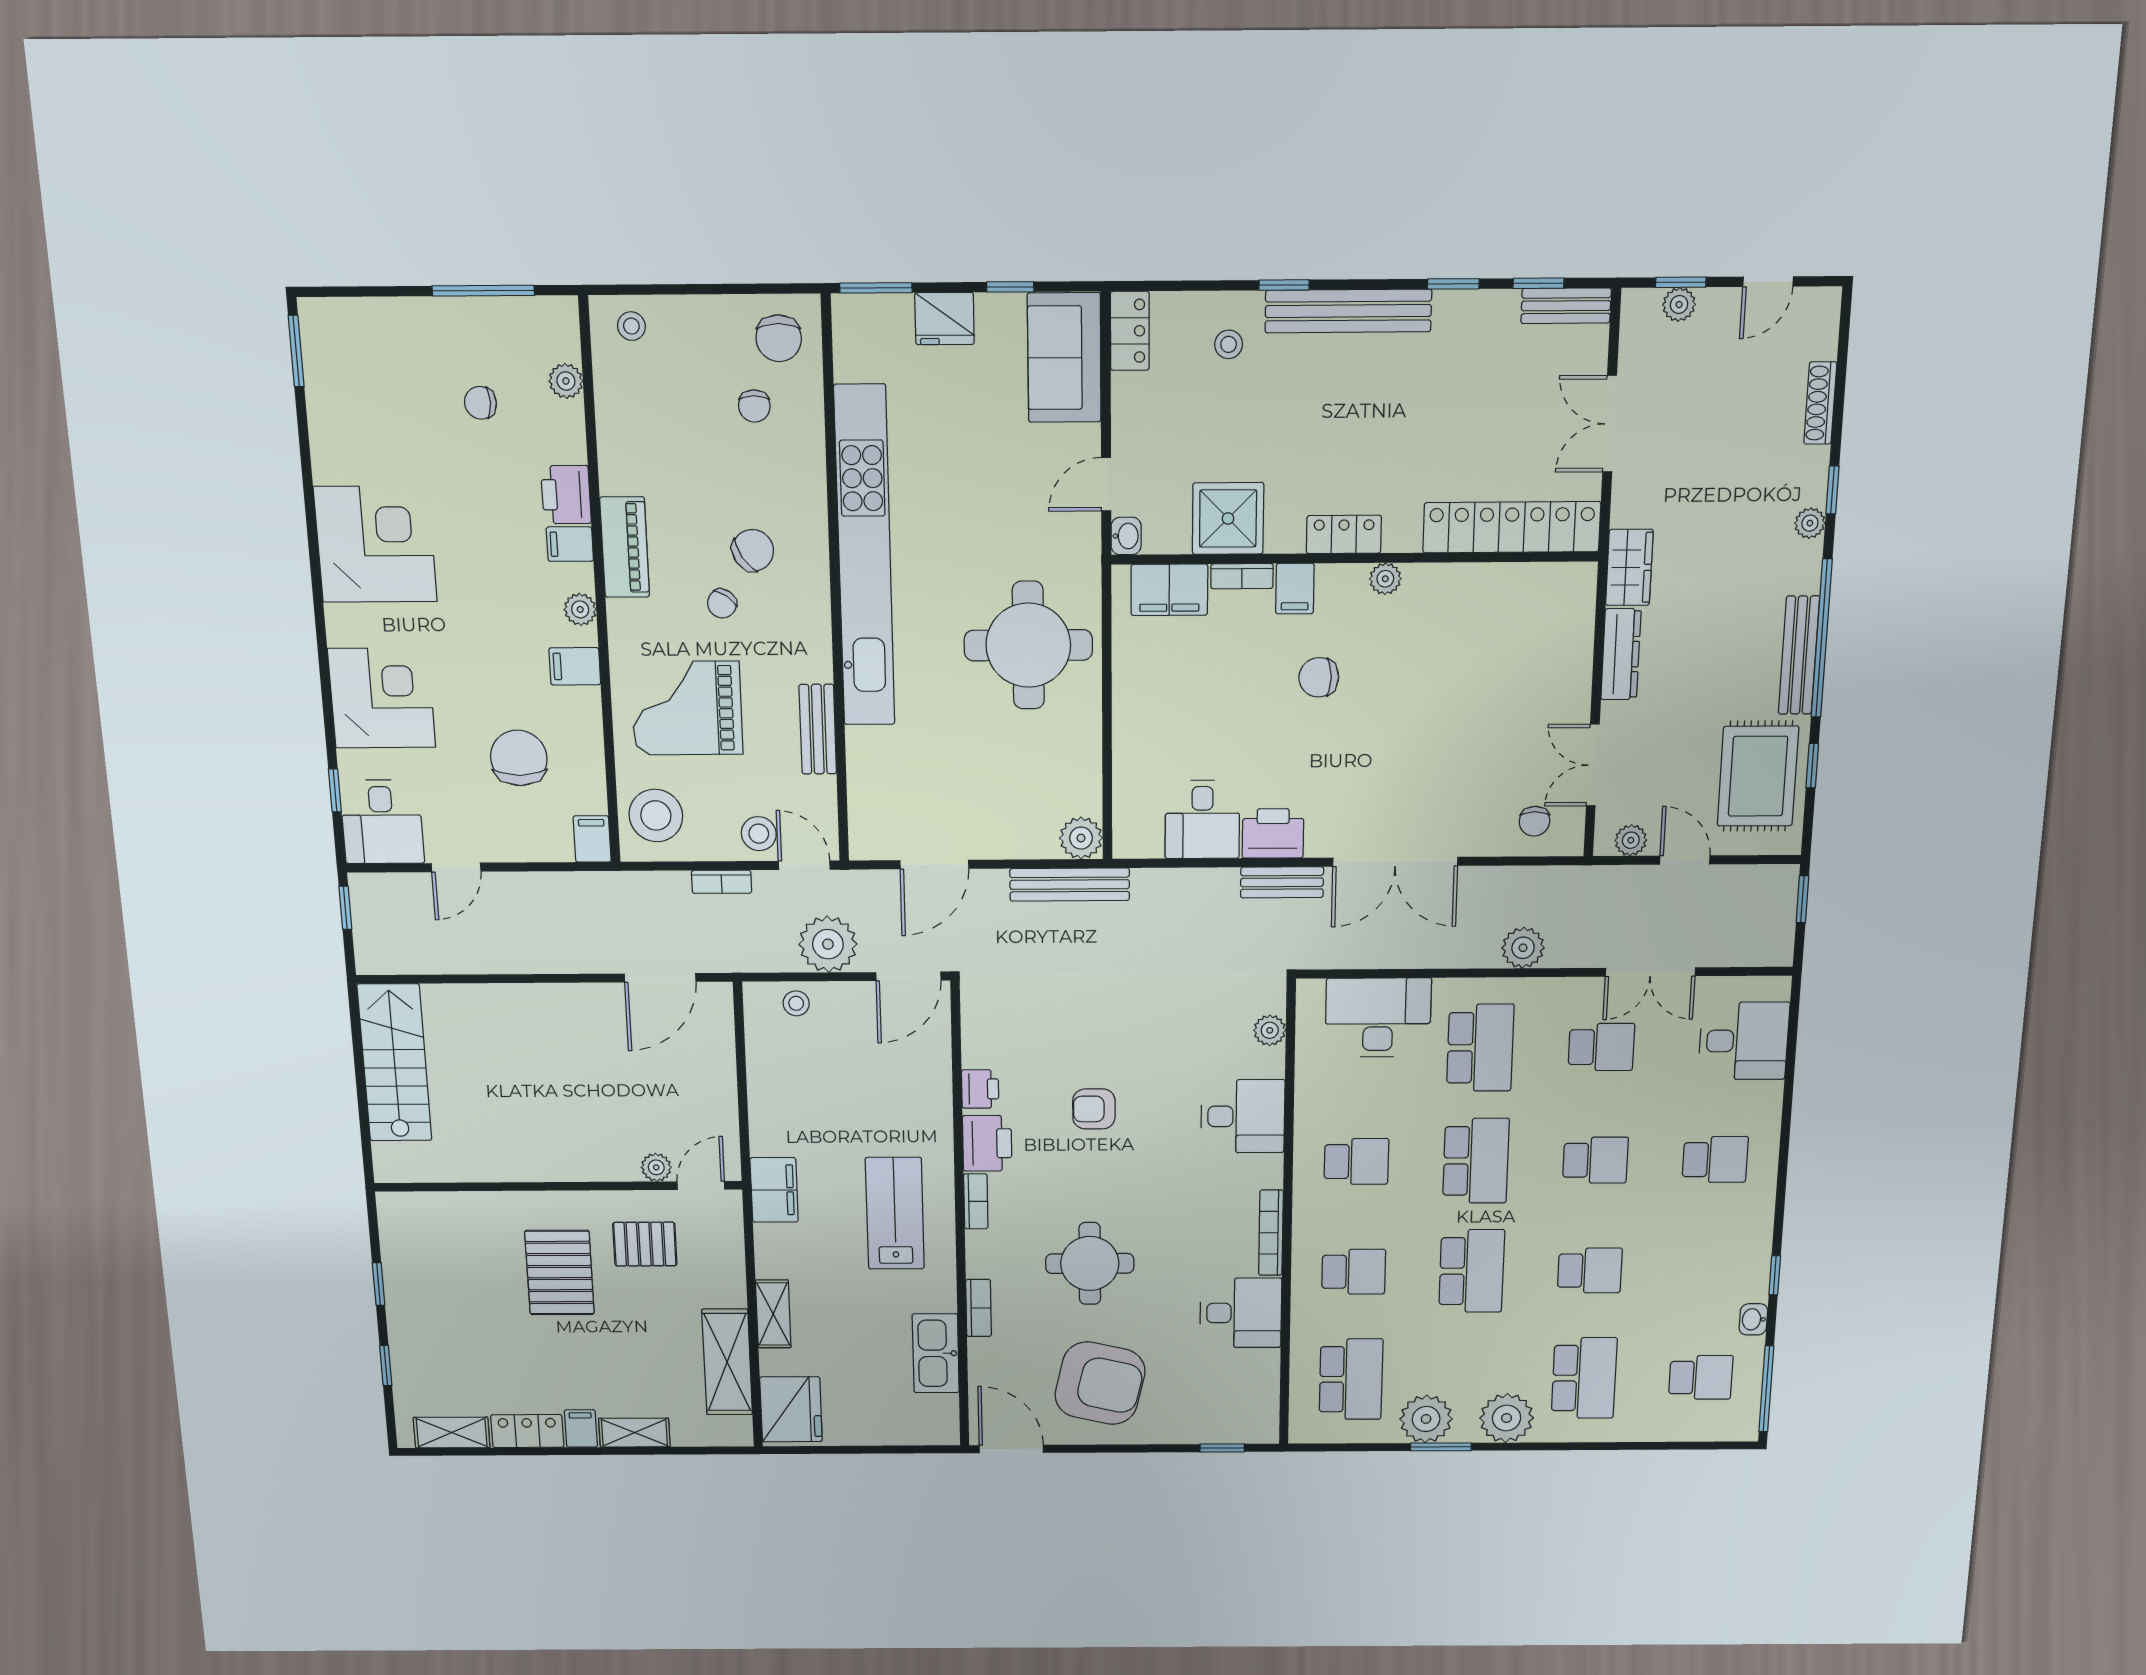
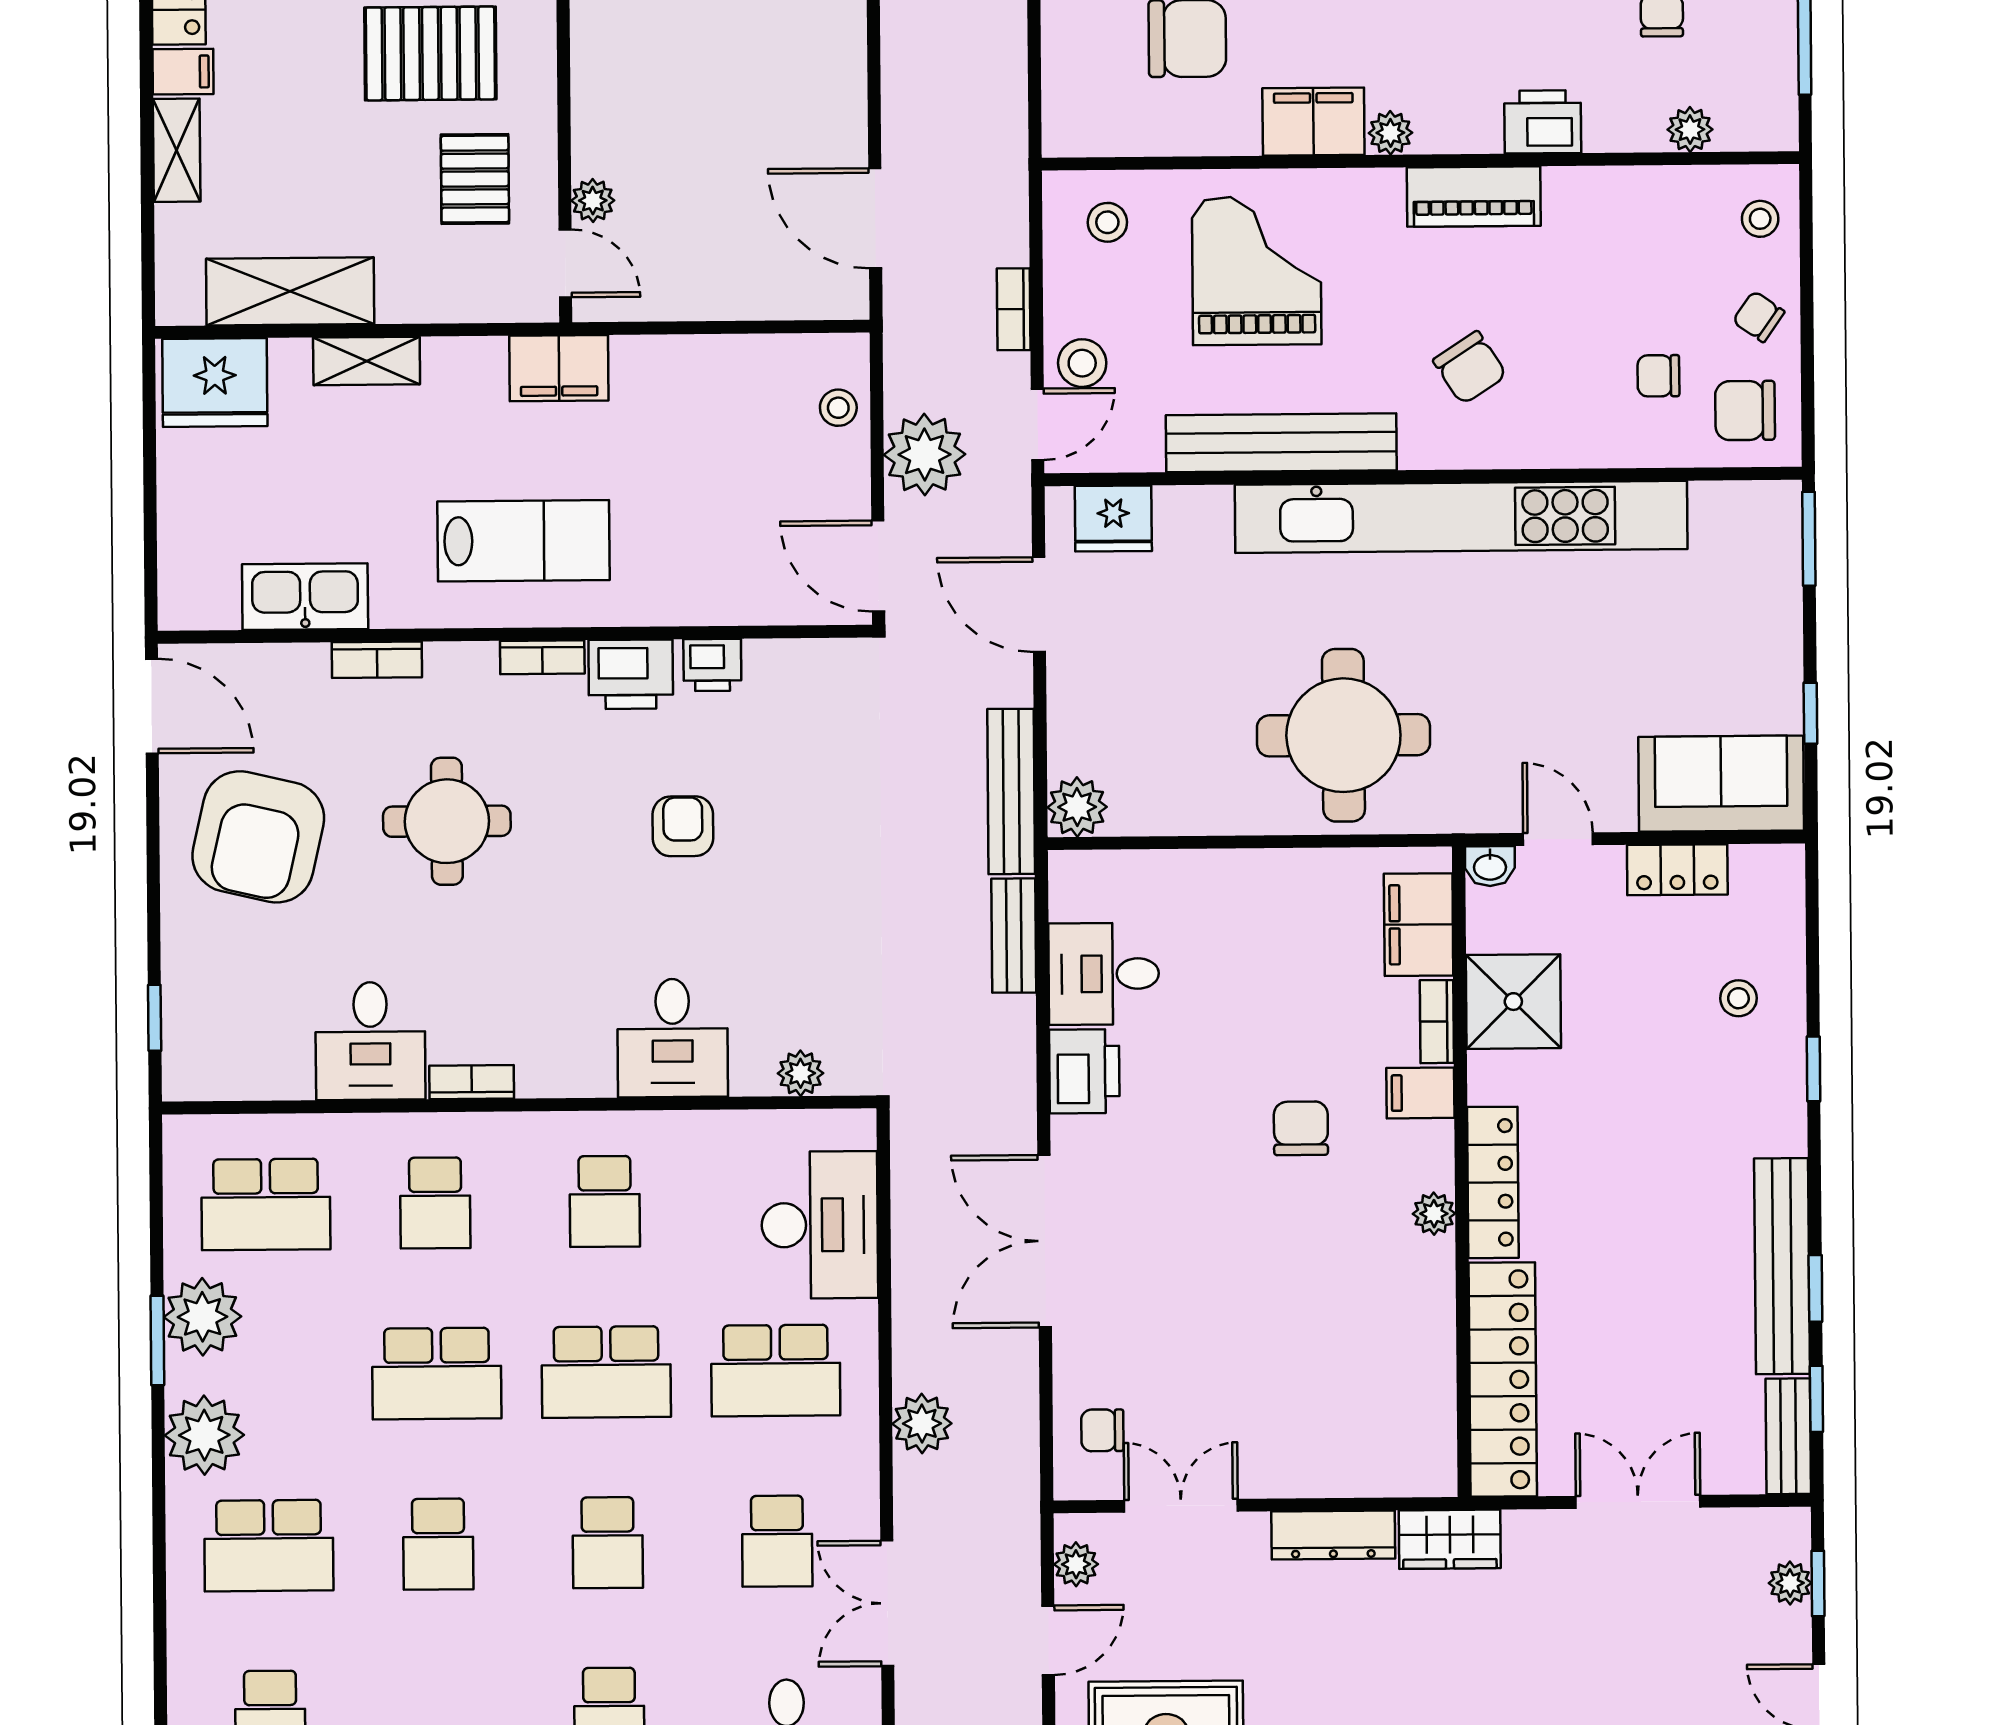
bench: (1348, 311) -> (1782, 1266), moved
fridge: (945, 319) -> (1113, 518), moved, turned -90
locker: (1130, 331) -> (1677, 870), moved
locker: (1344, 534) -> (1493, 1182), width x1.53
filing cabinet: (570, 544) -> (1478, 124), removed
chair: (722, 604) -> (1759, 317), moved
filing cabinet: (575, 666) -> (1313, 122), width x2.00
bench: (818, 729) -> (1281, 443), width x1.86, depth x1.21
stool: (656, 815) -> (1107, 222), width x0.53, depth x0.53
filing cabinet: (592, 839) -> (1074, 133), removed
bench: (1282, 882) -> (1014, 936), moved
bookcase: (1271, 1233) -> (472, 1082), width x0.64
door: (1011, 1449) -> (152, 706), hinge flipped

